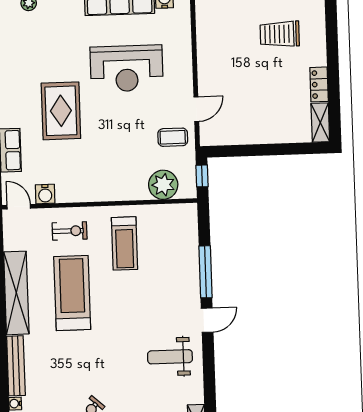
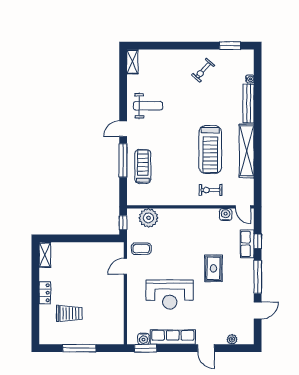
reception desk: (127, 68) -> (170, 295), turned 180
locker: (319, 84) -> (45, 293), moved
rug: (61, 111) -> (213, 268), width x0.73, depth x0.70
treadmill: (125, 243) -> (143, 166), moved

